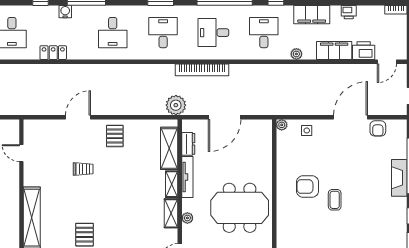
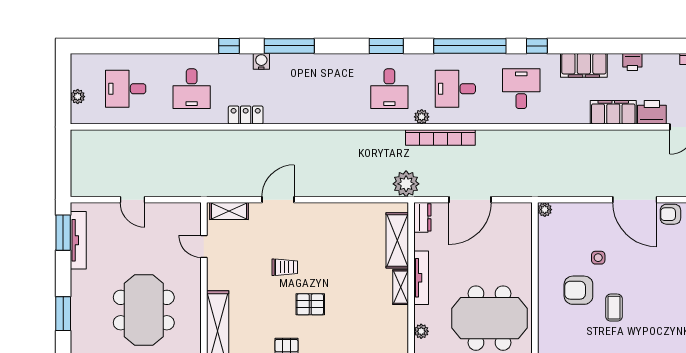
desk: (113, 33) -> (323, 89), removed
desk: (163, 33) -> (389, 89), turned 180
plant: (296, 54) -> (422, 117), moved
door: (350, 117) -> (635, 200), swing flipped
armchair: (378, 128) -> (670, 214), turned 90
side table: (307, 130) -> (598, 258), moved
pallet: (115, 136) -> (310, 304), moved, turned 90
dresser: (188, 144) -> (422, 217), moved
shelving: (171, 213) -> (229, 211), moved, turned 90

